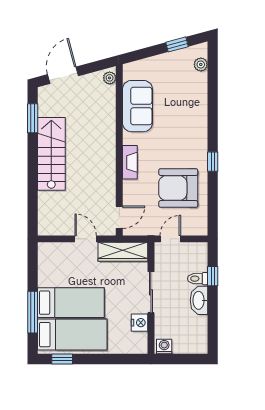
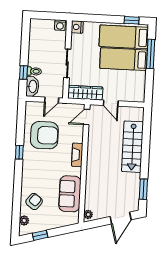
armchair: (188, 92) -> (34, 202), added
stairs: (51, 154) -> (133, 147), moved
washbasin: (199, 300) -> (32, 86), moved
nightstand: (140, 323) -> (77, 27), moved

